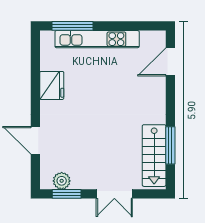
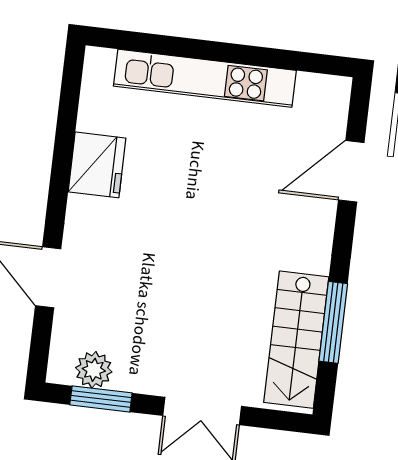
window: (73, 26) -> (156, 44), removed
door: (170, 62) -> (351, 171), moved

